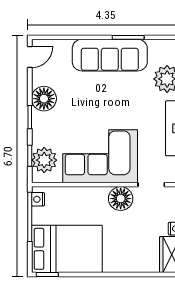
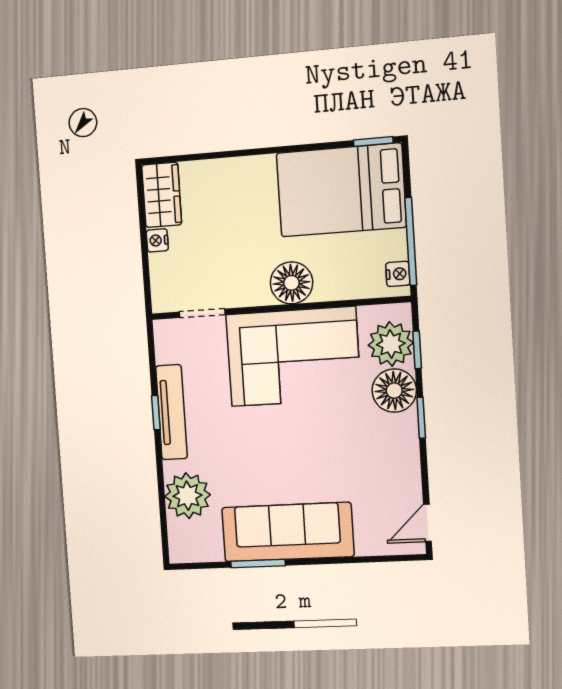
floor lamp: (44, 99) -> (394, 391), moved
floor lamp: (121, 199) -> (291, 283), moved

